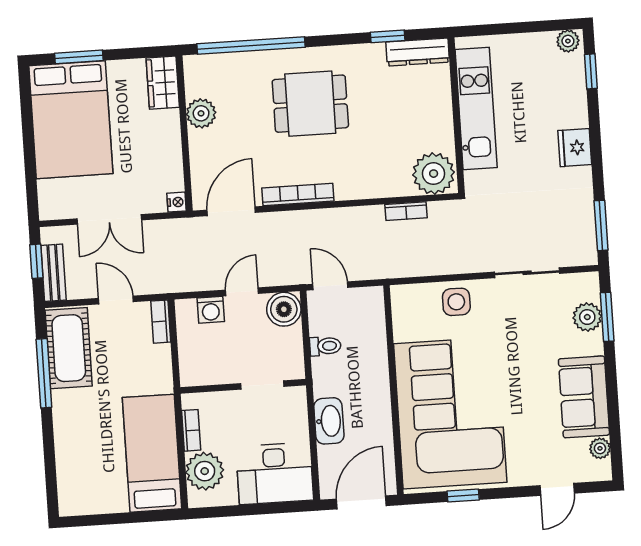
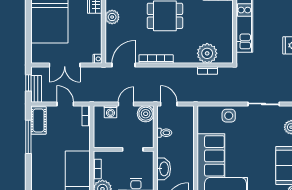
plant: (434, 174) -> (207, 53), moved
cot: (69, 348) -> (39, 120), width x0.73, depth x0.75

